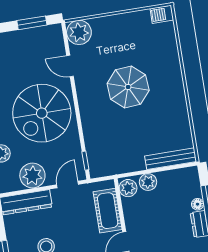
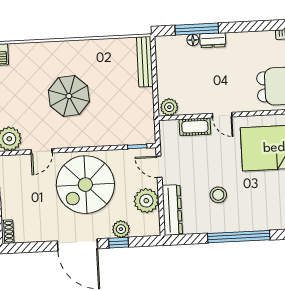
spiral stairs: (42, 113) -> (85, 185), turned 90
plant: (148, 182) -> (165, 87), removed
cot: (108, 211) -> (195, 127), width x0.73, depth x0.75

